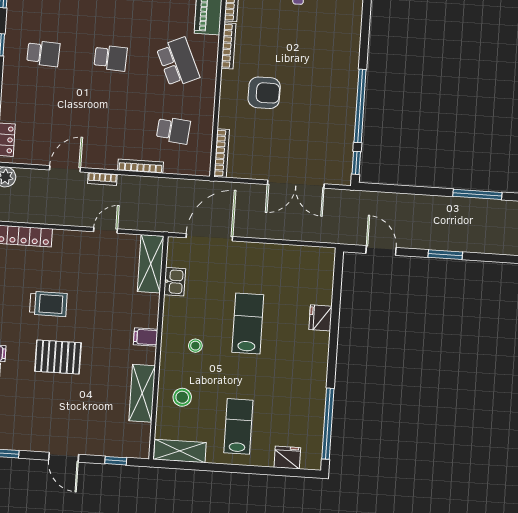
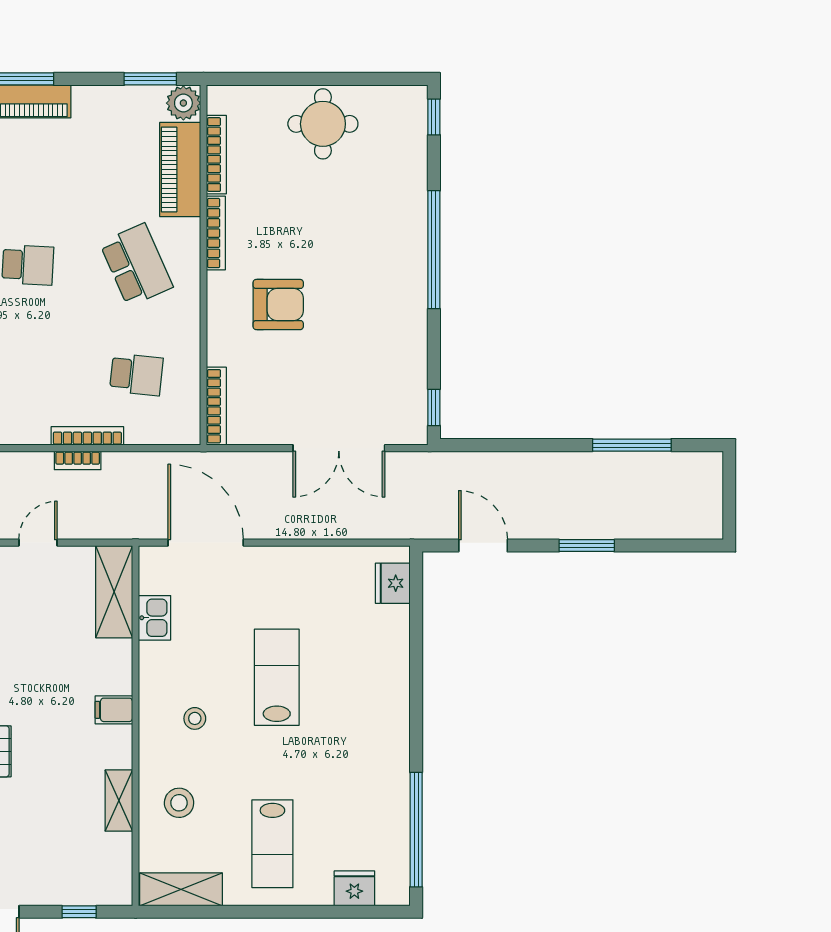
window: (360, 106) -> (434, 250), moved
bookcase: (102, 179) -> (78, 460), moved
door: (209, 237) -> (206, 543), hinge flipped
fridge: (320, 318) -> (393, 583), moved
shelving: (142, 393) -> (119, 801), width x0.67, depth x0.75
lab bench: (238, 426) -> (272, 844), turned 180

